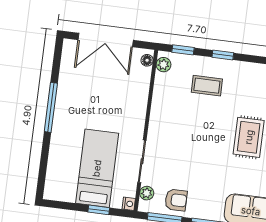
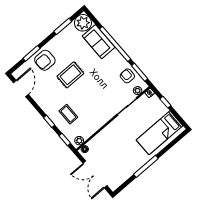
double door: (106, 40) -> (95, 174), swing flipped
bed: (97, 168) -> (160, 133), moved

